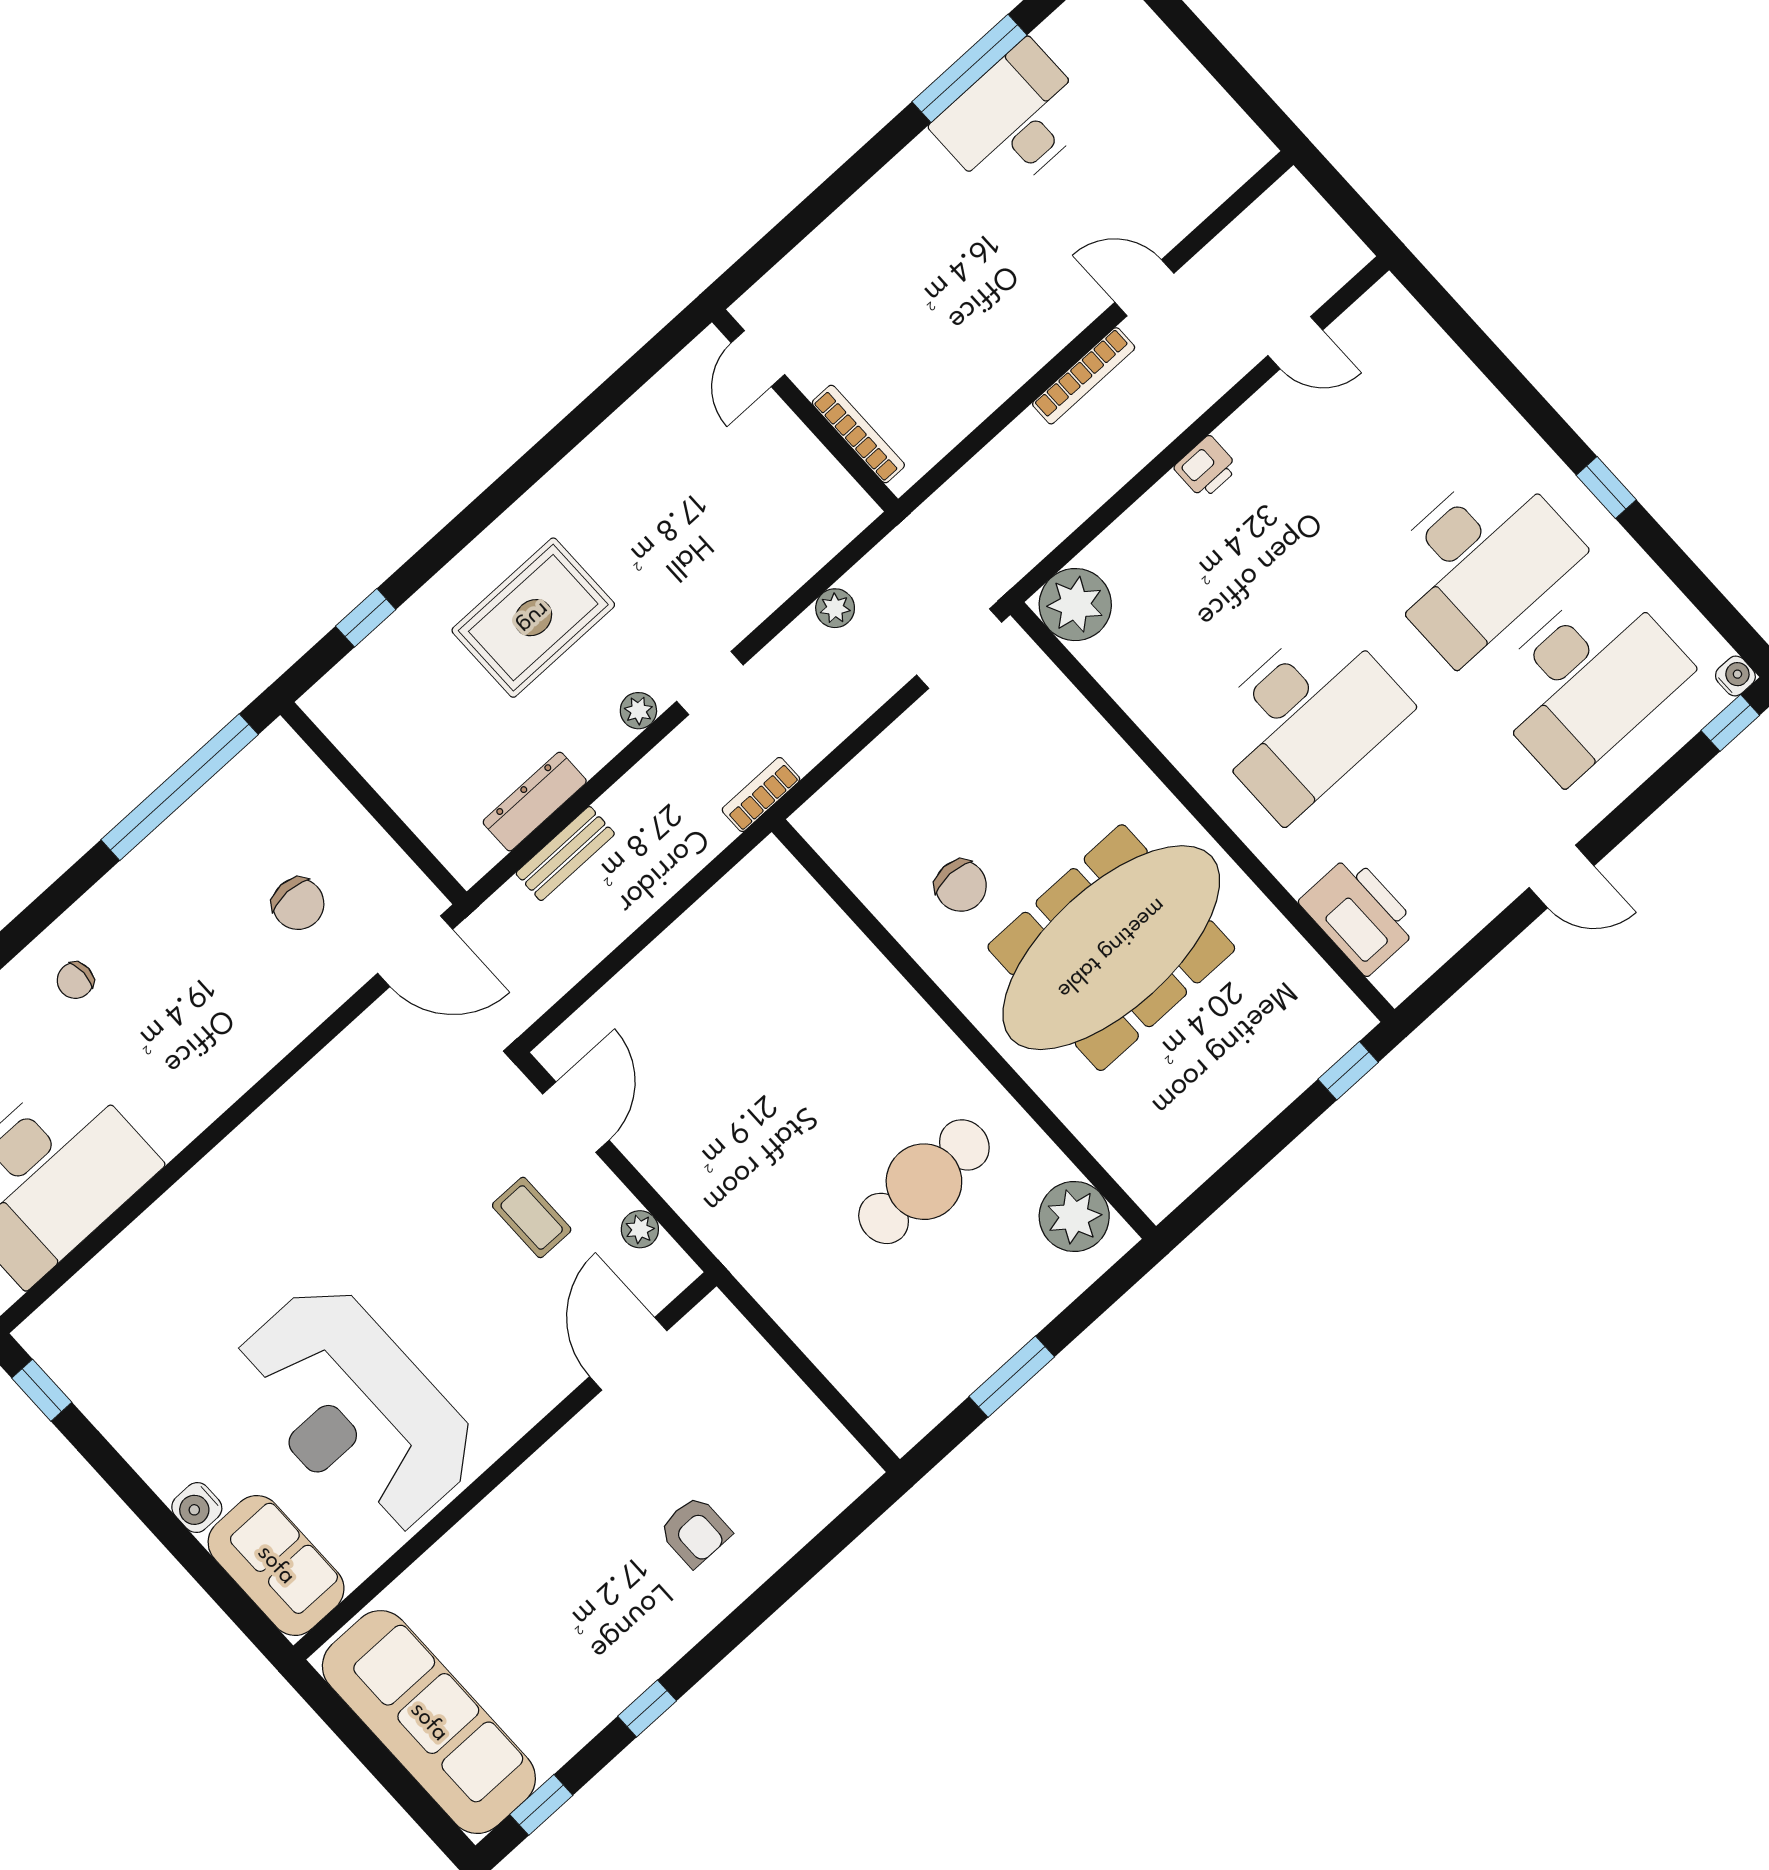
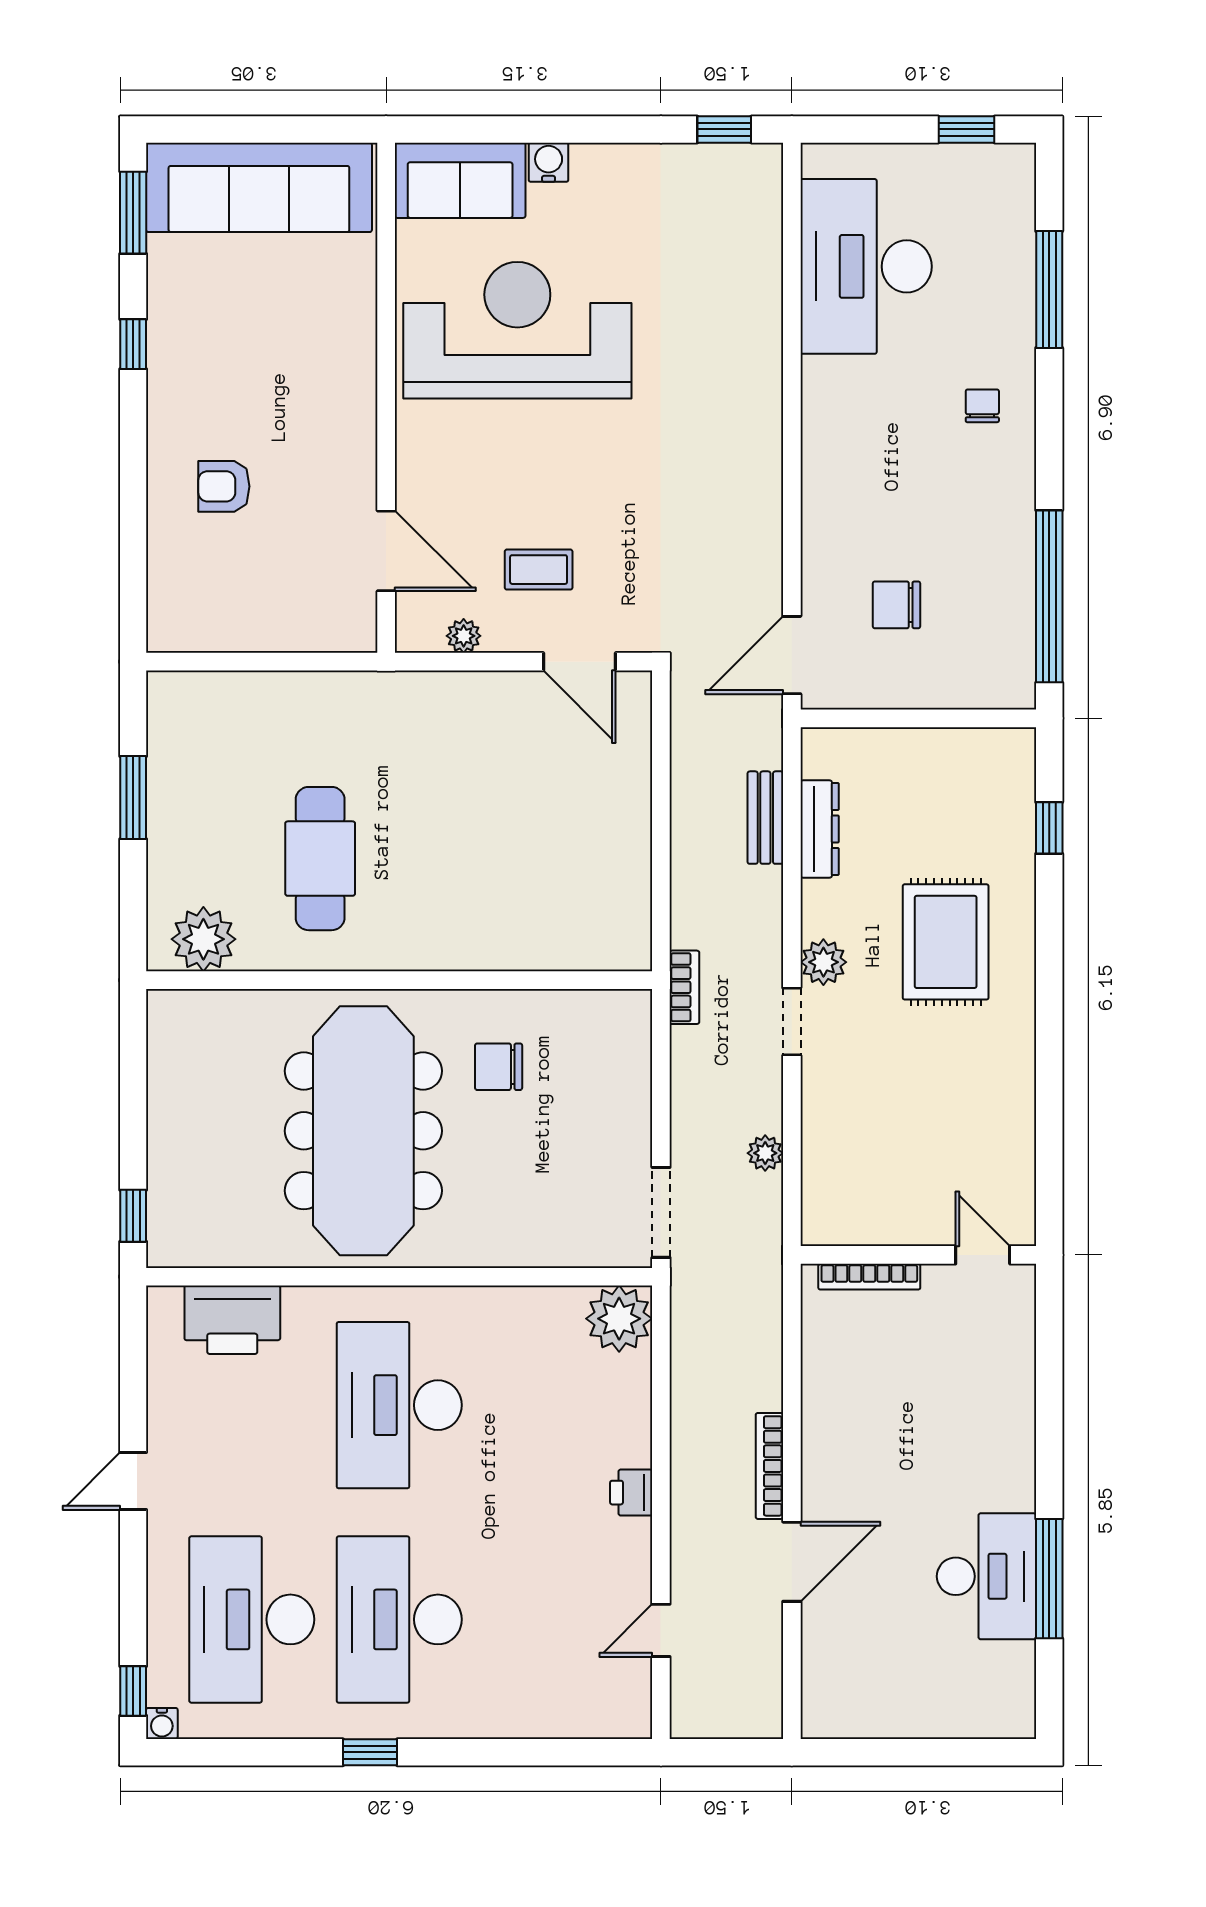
door: (1144, 288) -> (792, 1562), width x1.38
plant: (638, 711) -> (823, 962), width x1.38, depth x1.38
window: (541, 1805) -> (133, 213), width x1.50

